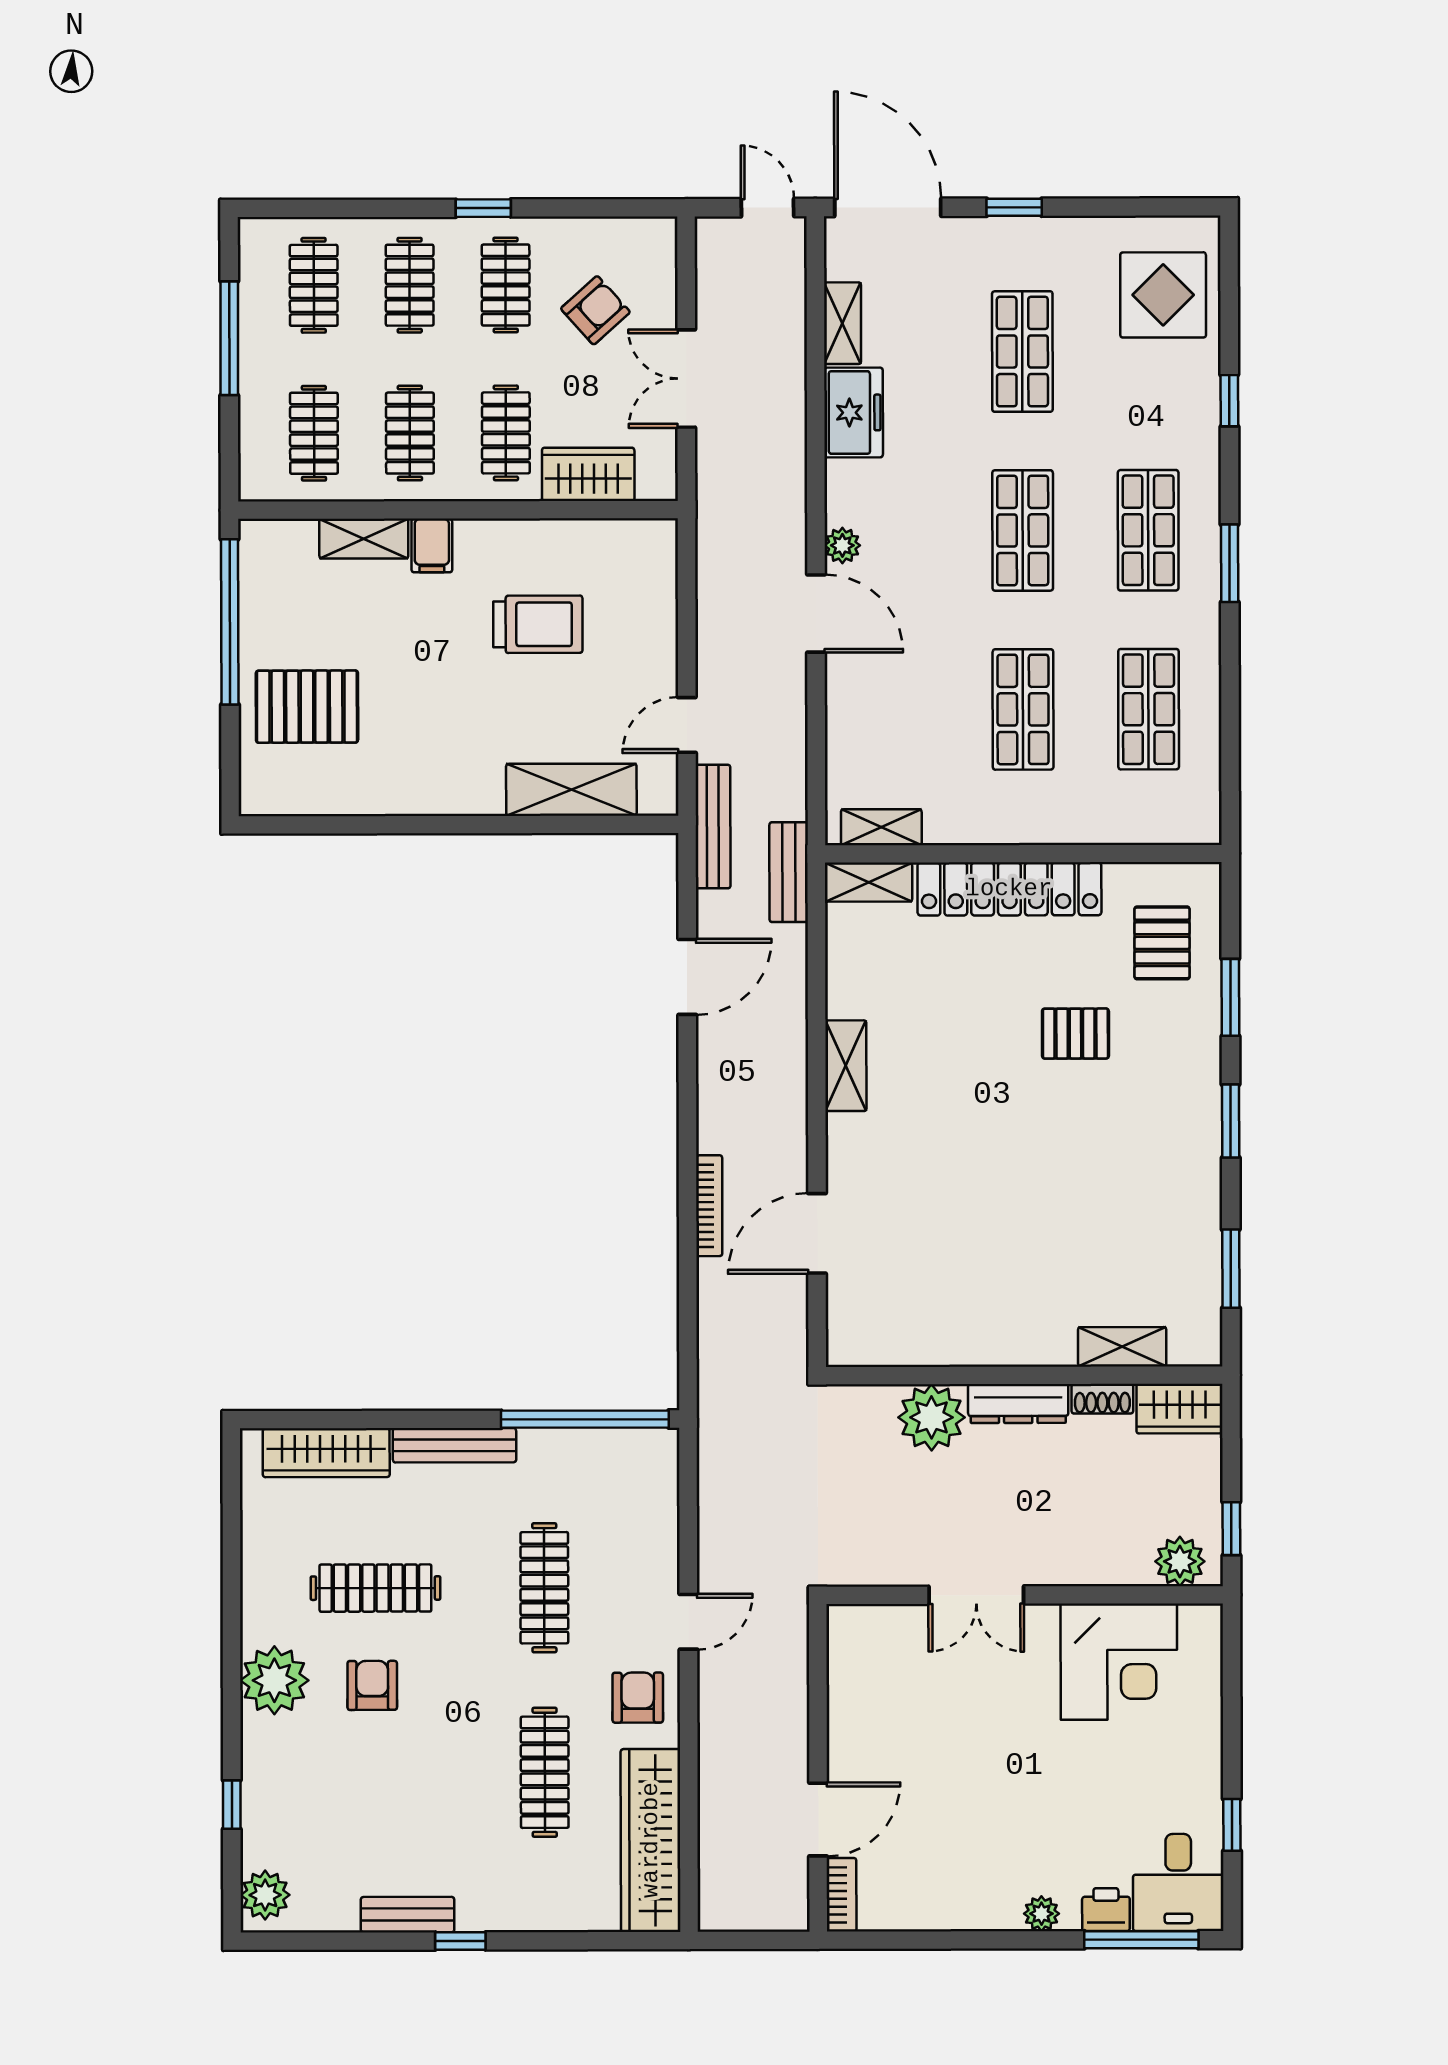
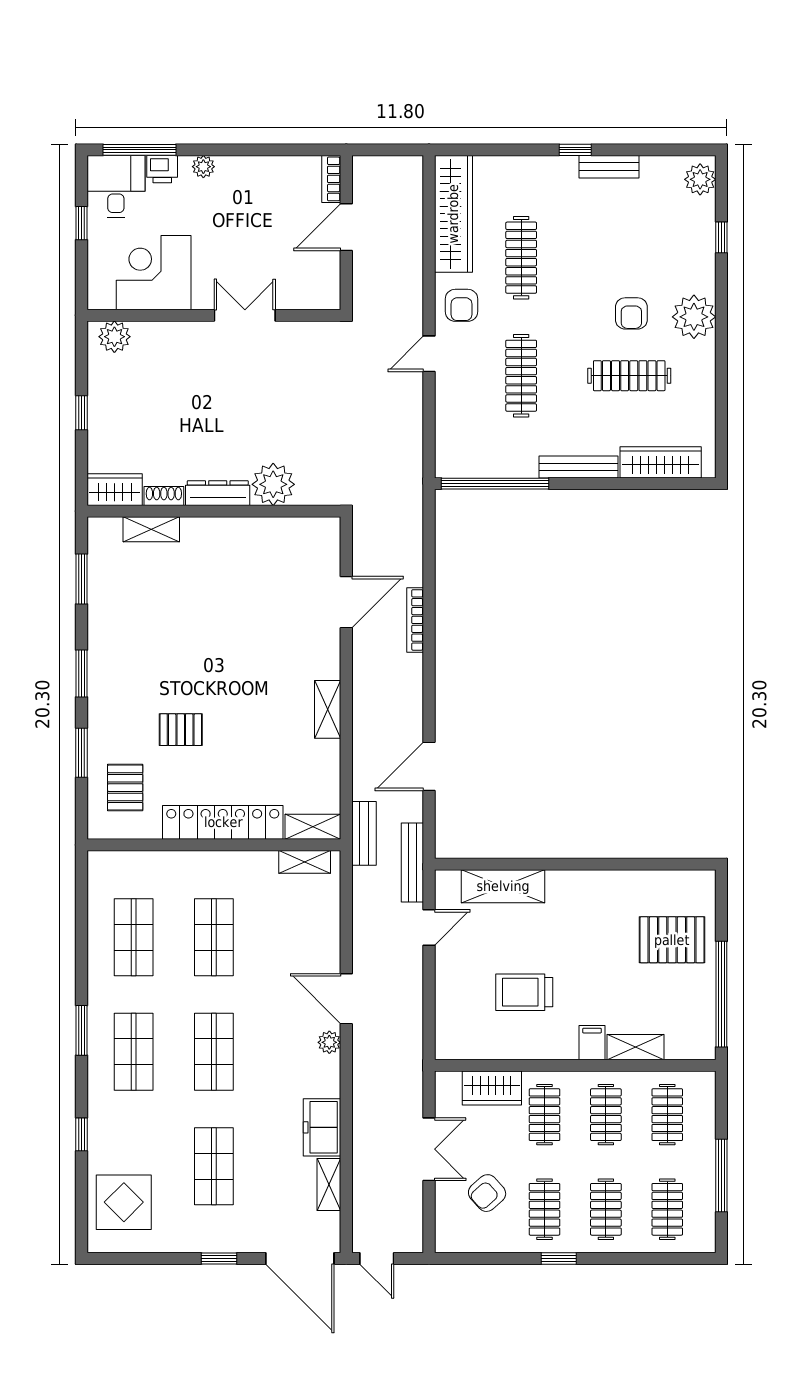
plant: (1180, 1561) -> (114, 337), moved
double door: (976, 1595) -> (245, 315), moved
wall: (1025, 1595) -> (214, 315), moved
corner desk: (1119, 1662) -> (154, 273), moved

